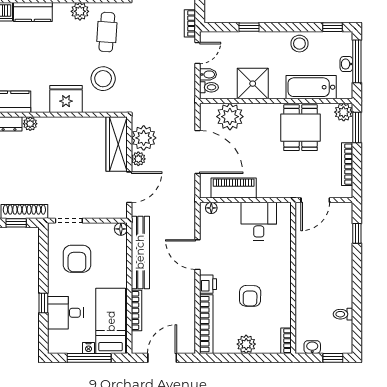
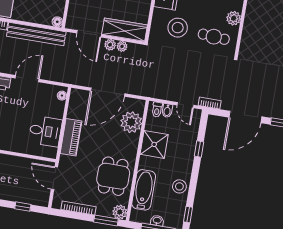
dining table: (300, 128) -> (113, 176), turned 90
plant: (144, 138) -> (122, 46), width x0.53, depth x0.53
piano: (234, 188) -> (71, 137), moved

